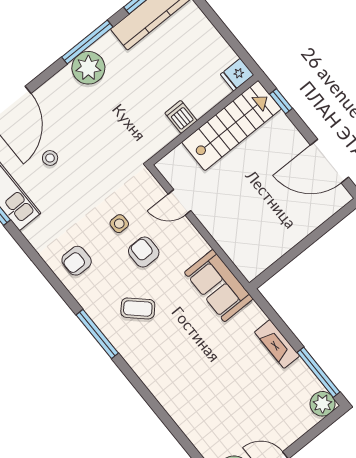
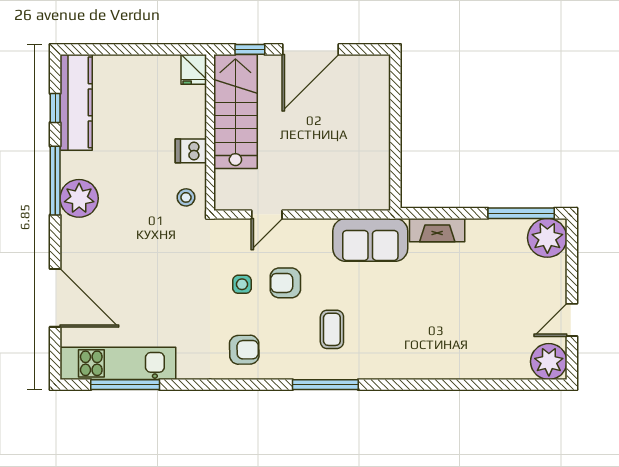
stool: (50, 158) -> (186, 197), moved
door: (329, 161) -> (310, 49), moved
armchair: (77, 261) -> (244, 350), turned -91
coffee table: (138, 308) -> (332, 329), turned -43
fireplace: (277, 344) -> (437, 230), moved
plant: (323, 404) -> (547, 238), width x1.36, depth x1.36

